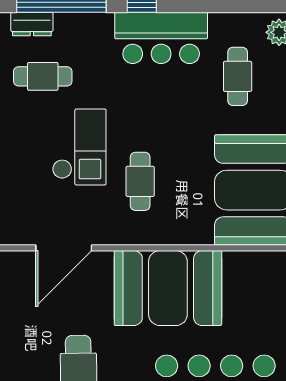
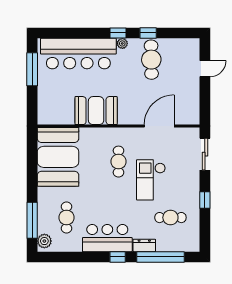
dresser: (32, 24) -> (144, 245), moved
booth: (168, 288) -> (96, 111), width x0.73, depth x0.70

